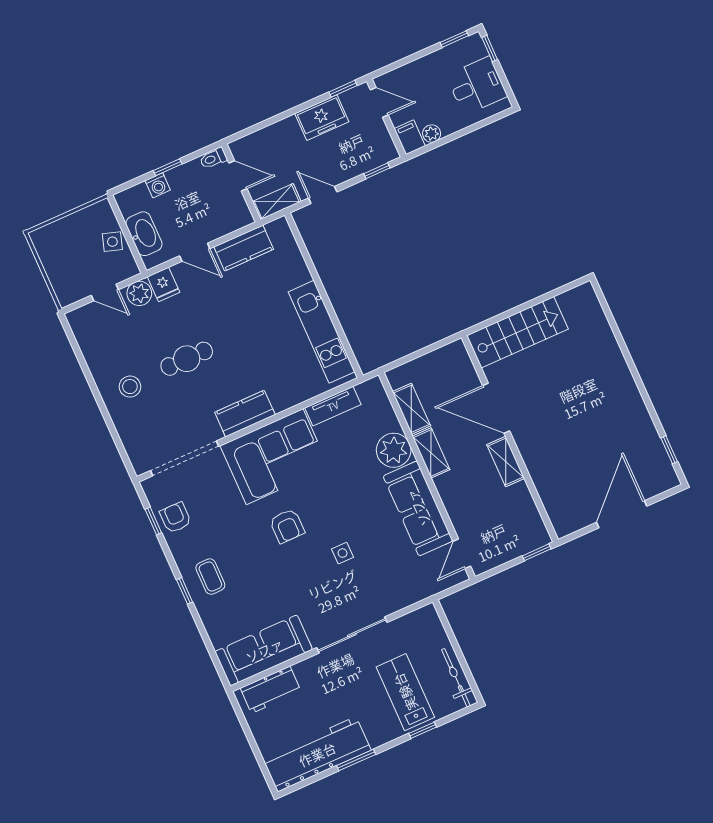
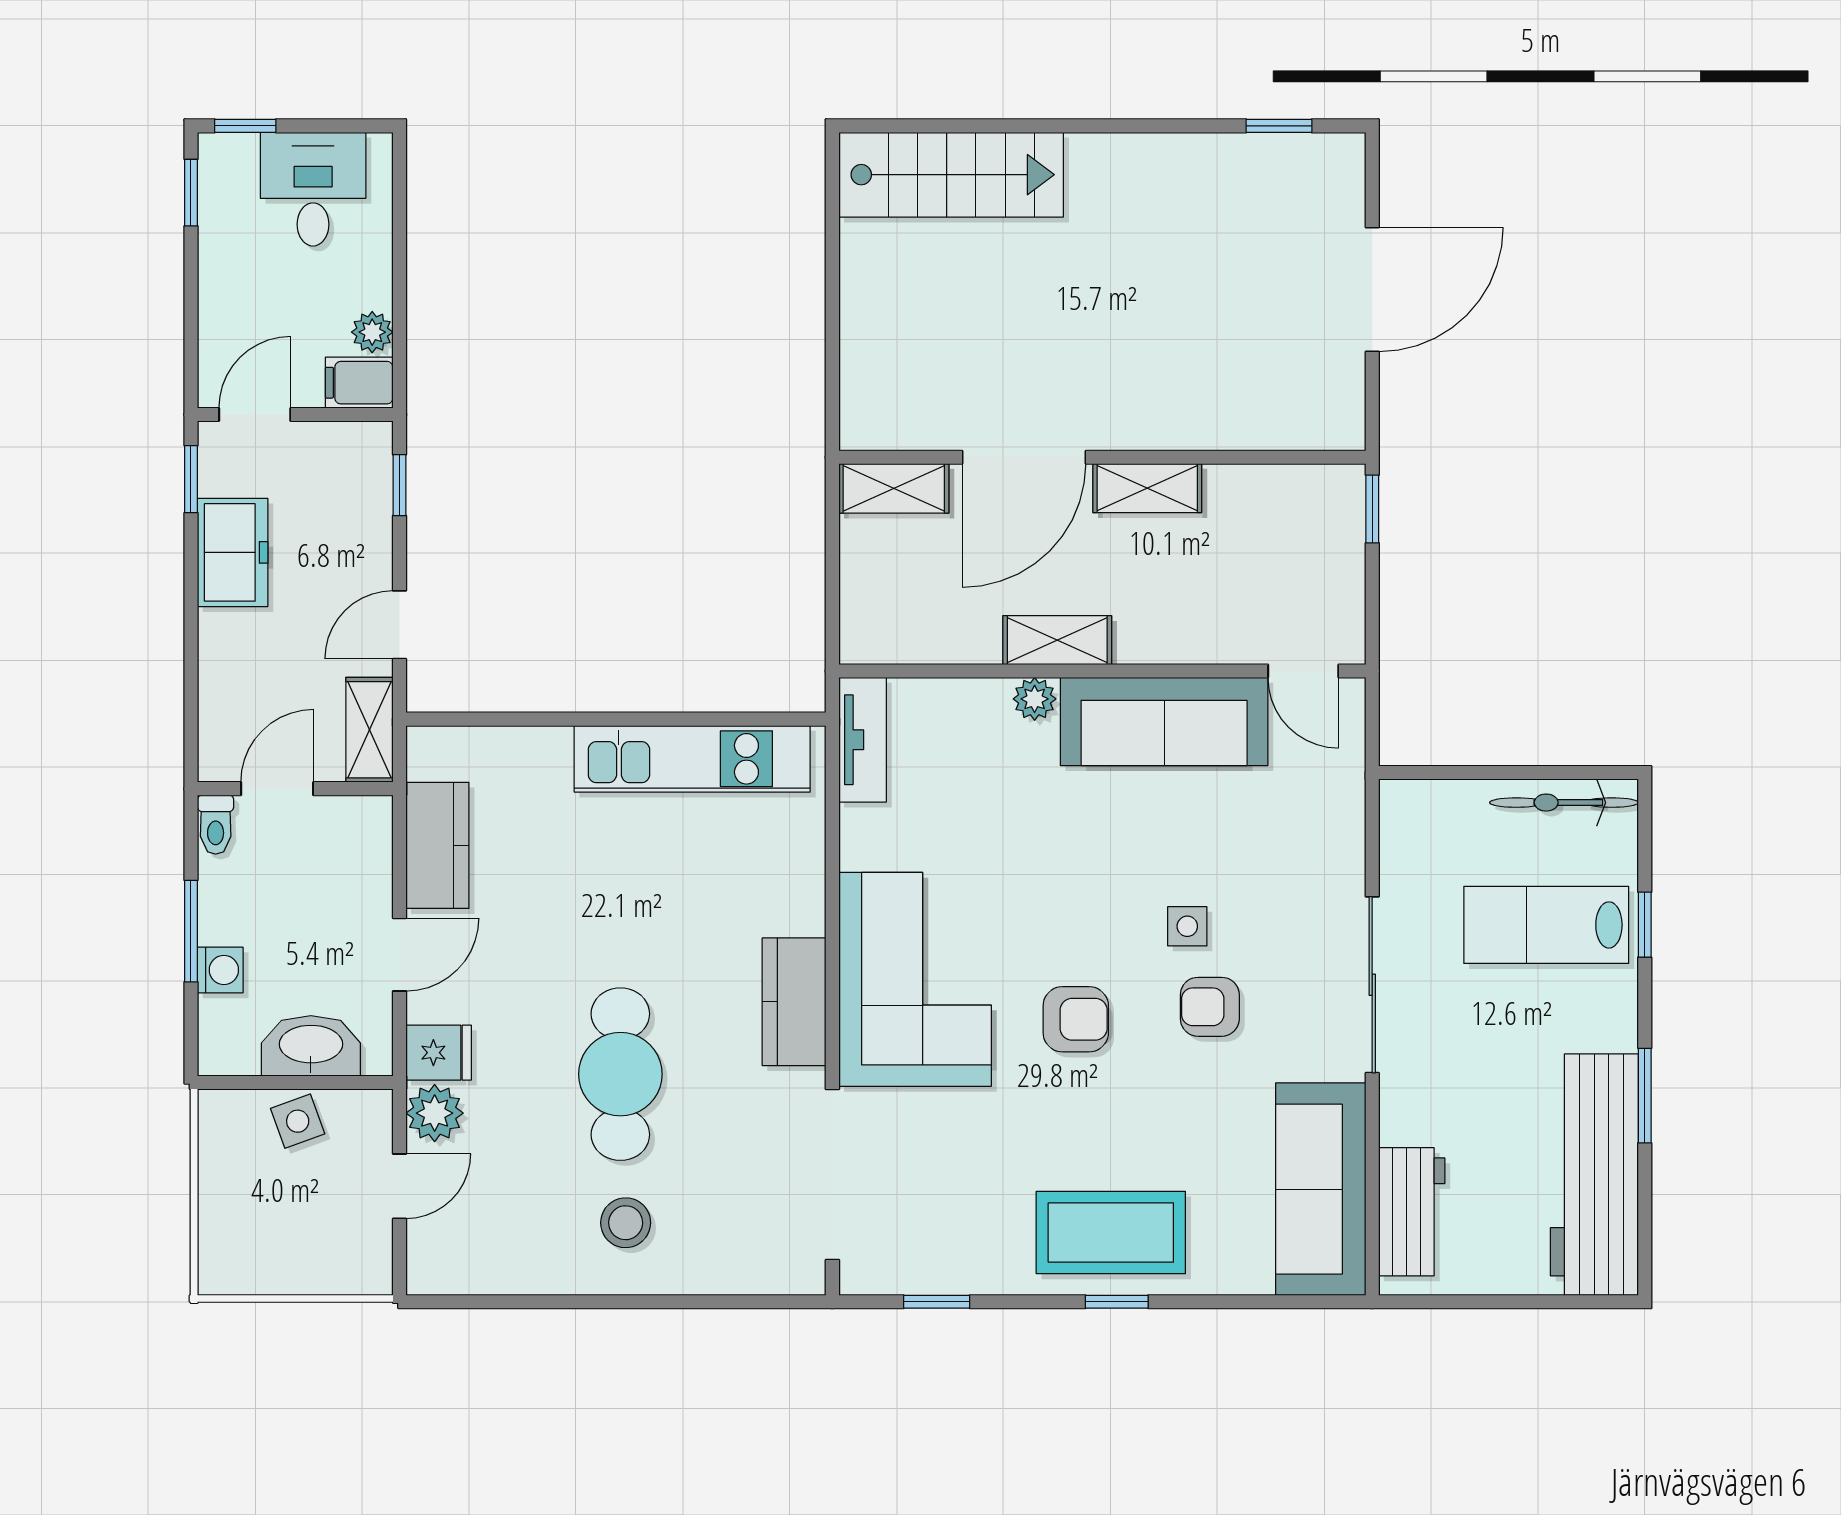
window: (168, 167) -> (191, 931), width x1.50
side table: (112, 242) -> (298, 1121), turned -38
stairs: (517, 332) -> (951, 175), moved, turned 90
cafe table: (187, 359) -> (620, 1074), width x1.37, depth x1.35
tv unit: (333, 406) -> (863, 740), moved
shelving: (411, 409) -> (894, 488), moved
plant: (394, 450) -> (1035, 699), width x0.53, depth x0.53
door: (622, 514) -> (1372, 289), swing flipped
armchair: (175, 518) -> (1210, 1007), moved
coffee table: (210, 577) -> (1111, 1233), width x1.86, depth x1.72

